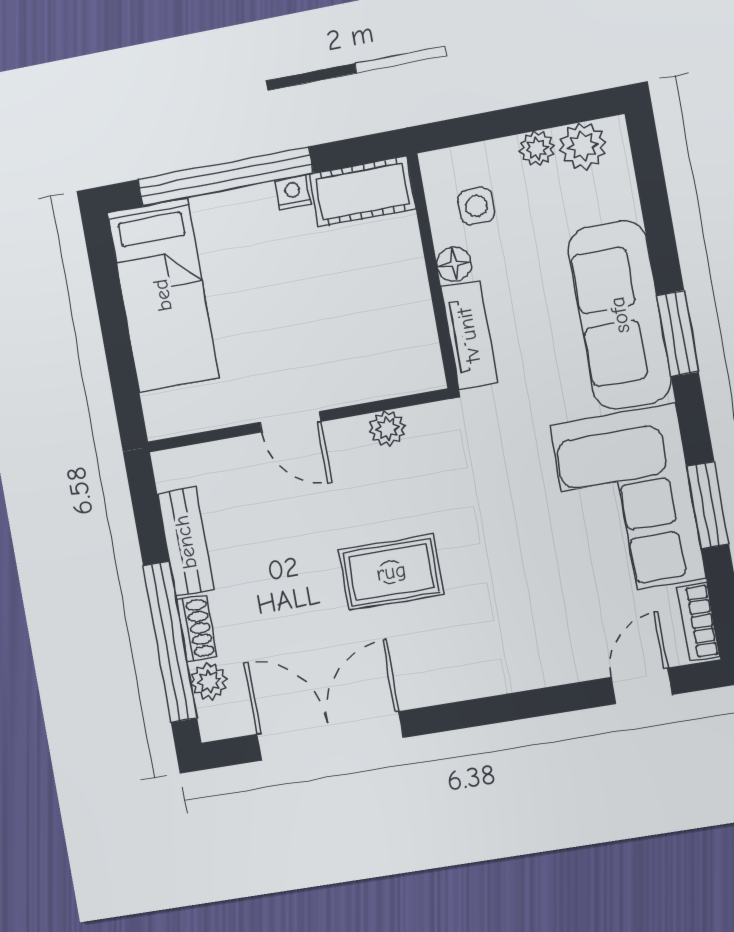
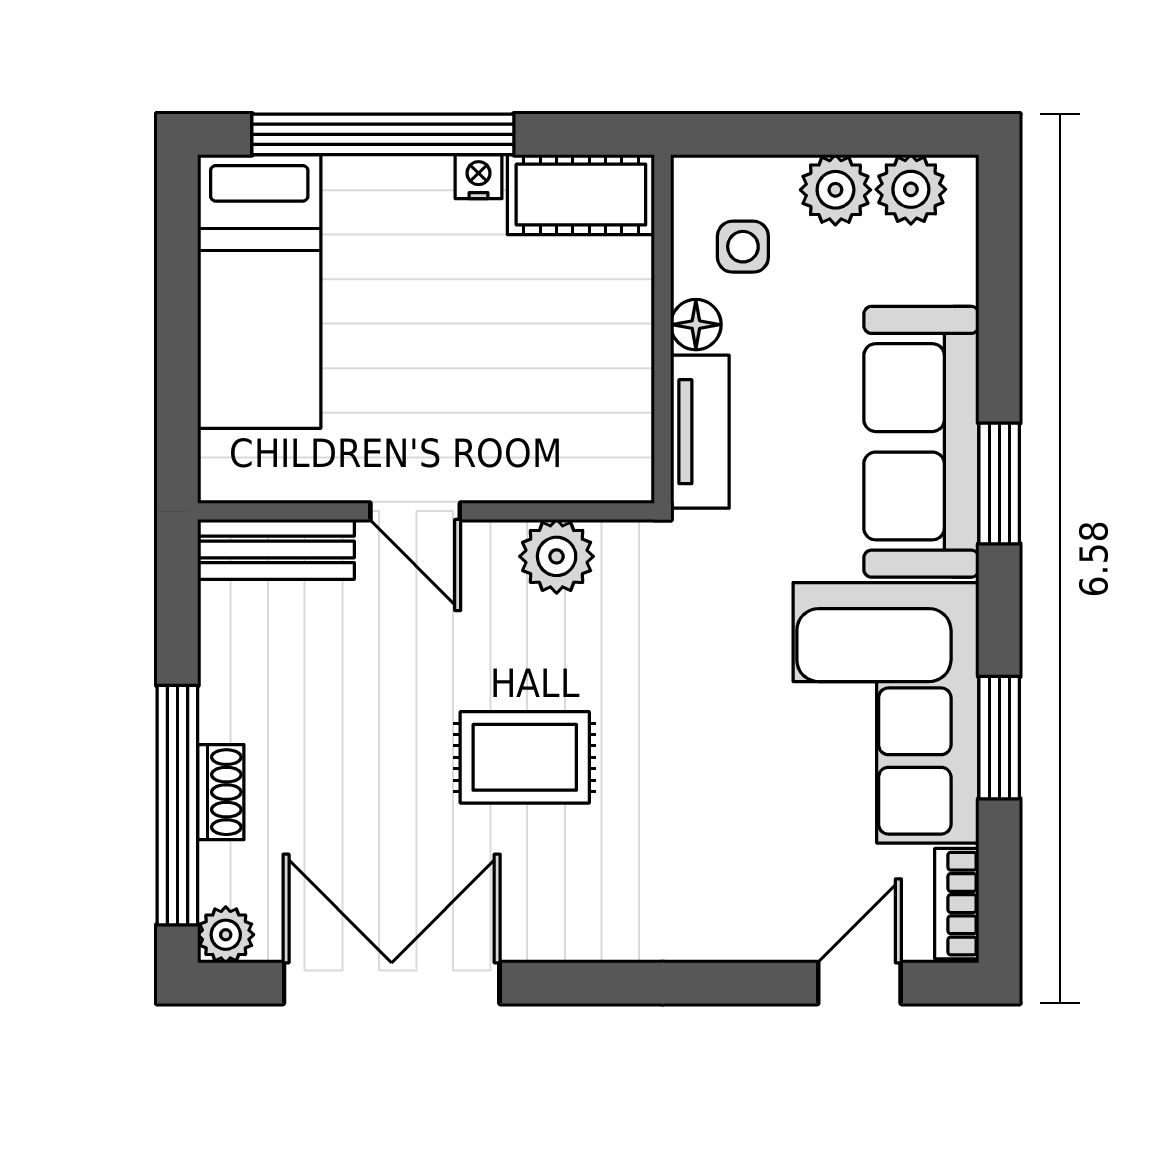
plant: (537, 148) -> (835, 190), width x1.38, depth x1.38
plant: (387, 429) -> (557, 556), width x1.38, depth x1.38
bench: (186, 542) -> (276, 549), moved, turned 90
plant: (209, 681) -> (226, 935), moved

